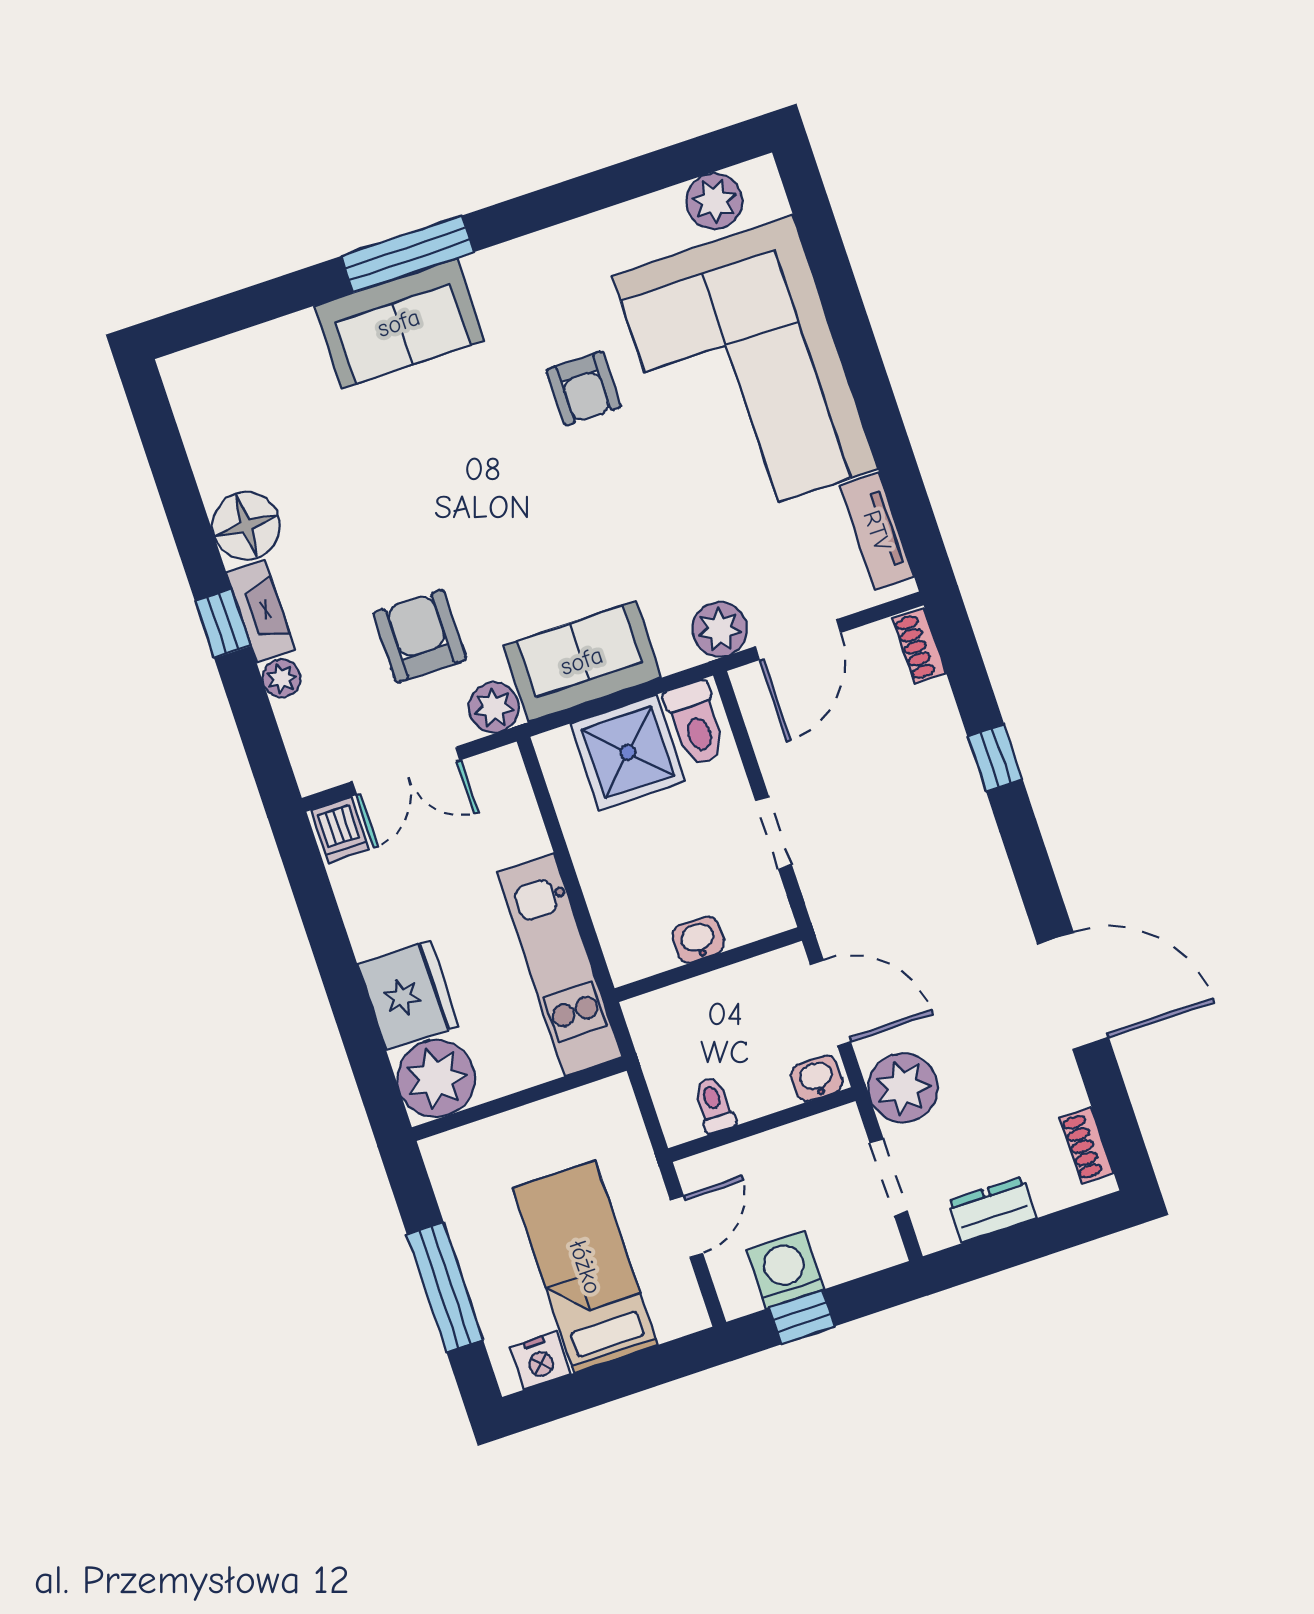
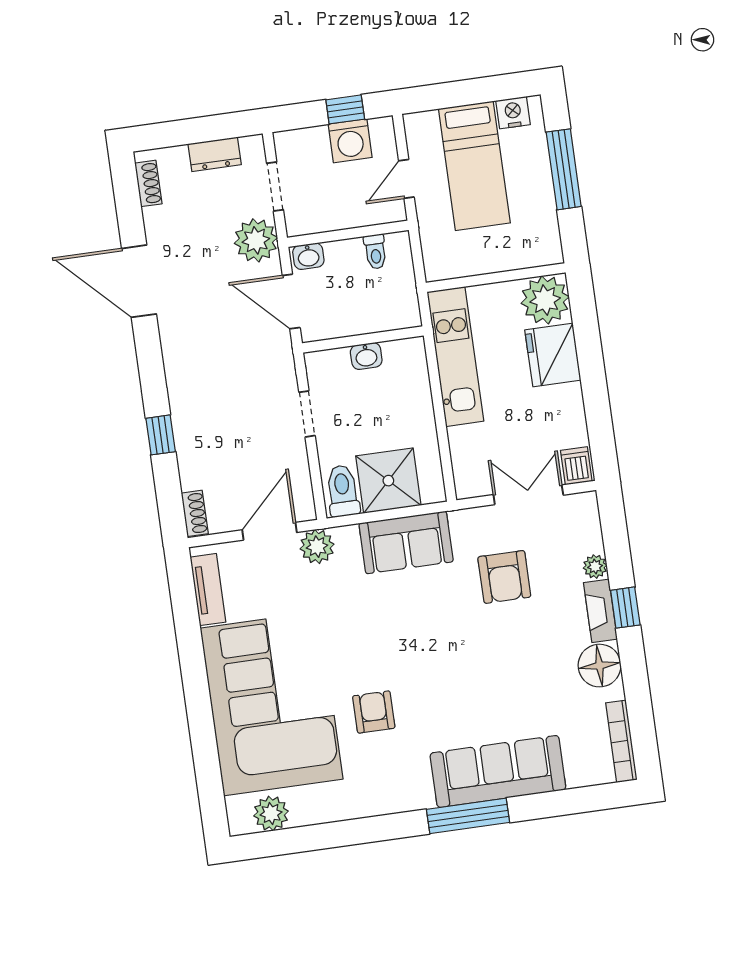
sofa: (399, 323) -> (498, 771), width x1.36
bookcase: (190, 414) -> (621, 741), added
plant: (494, 707) -> (467, 524), removed

